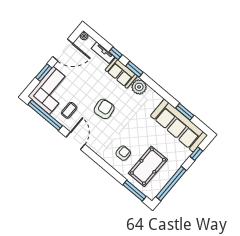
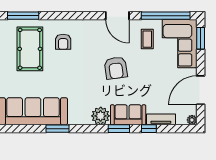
window: (44, 73) -> (201, 38), moved
window: (185, 112) -> (58, 129), moved

